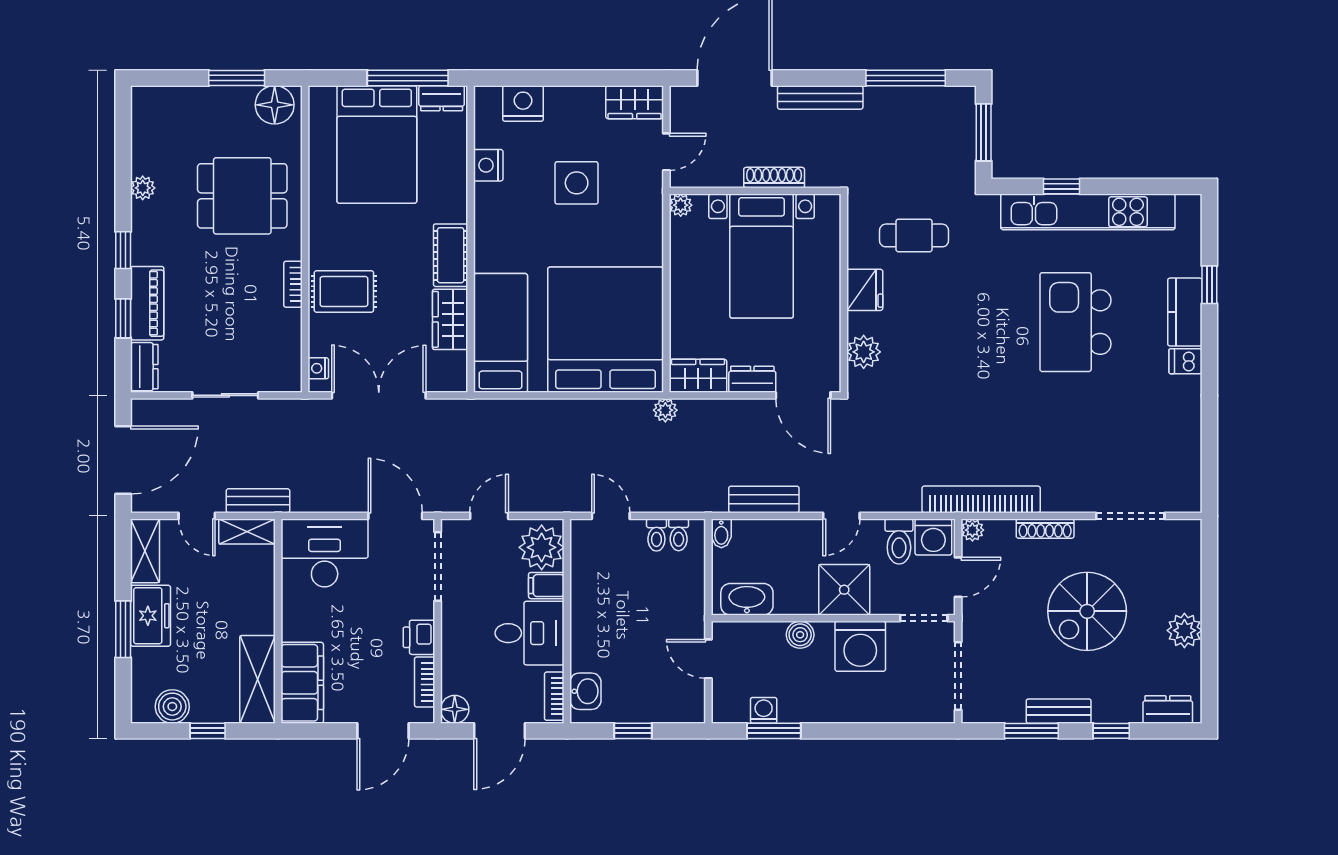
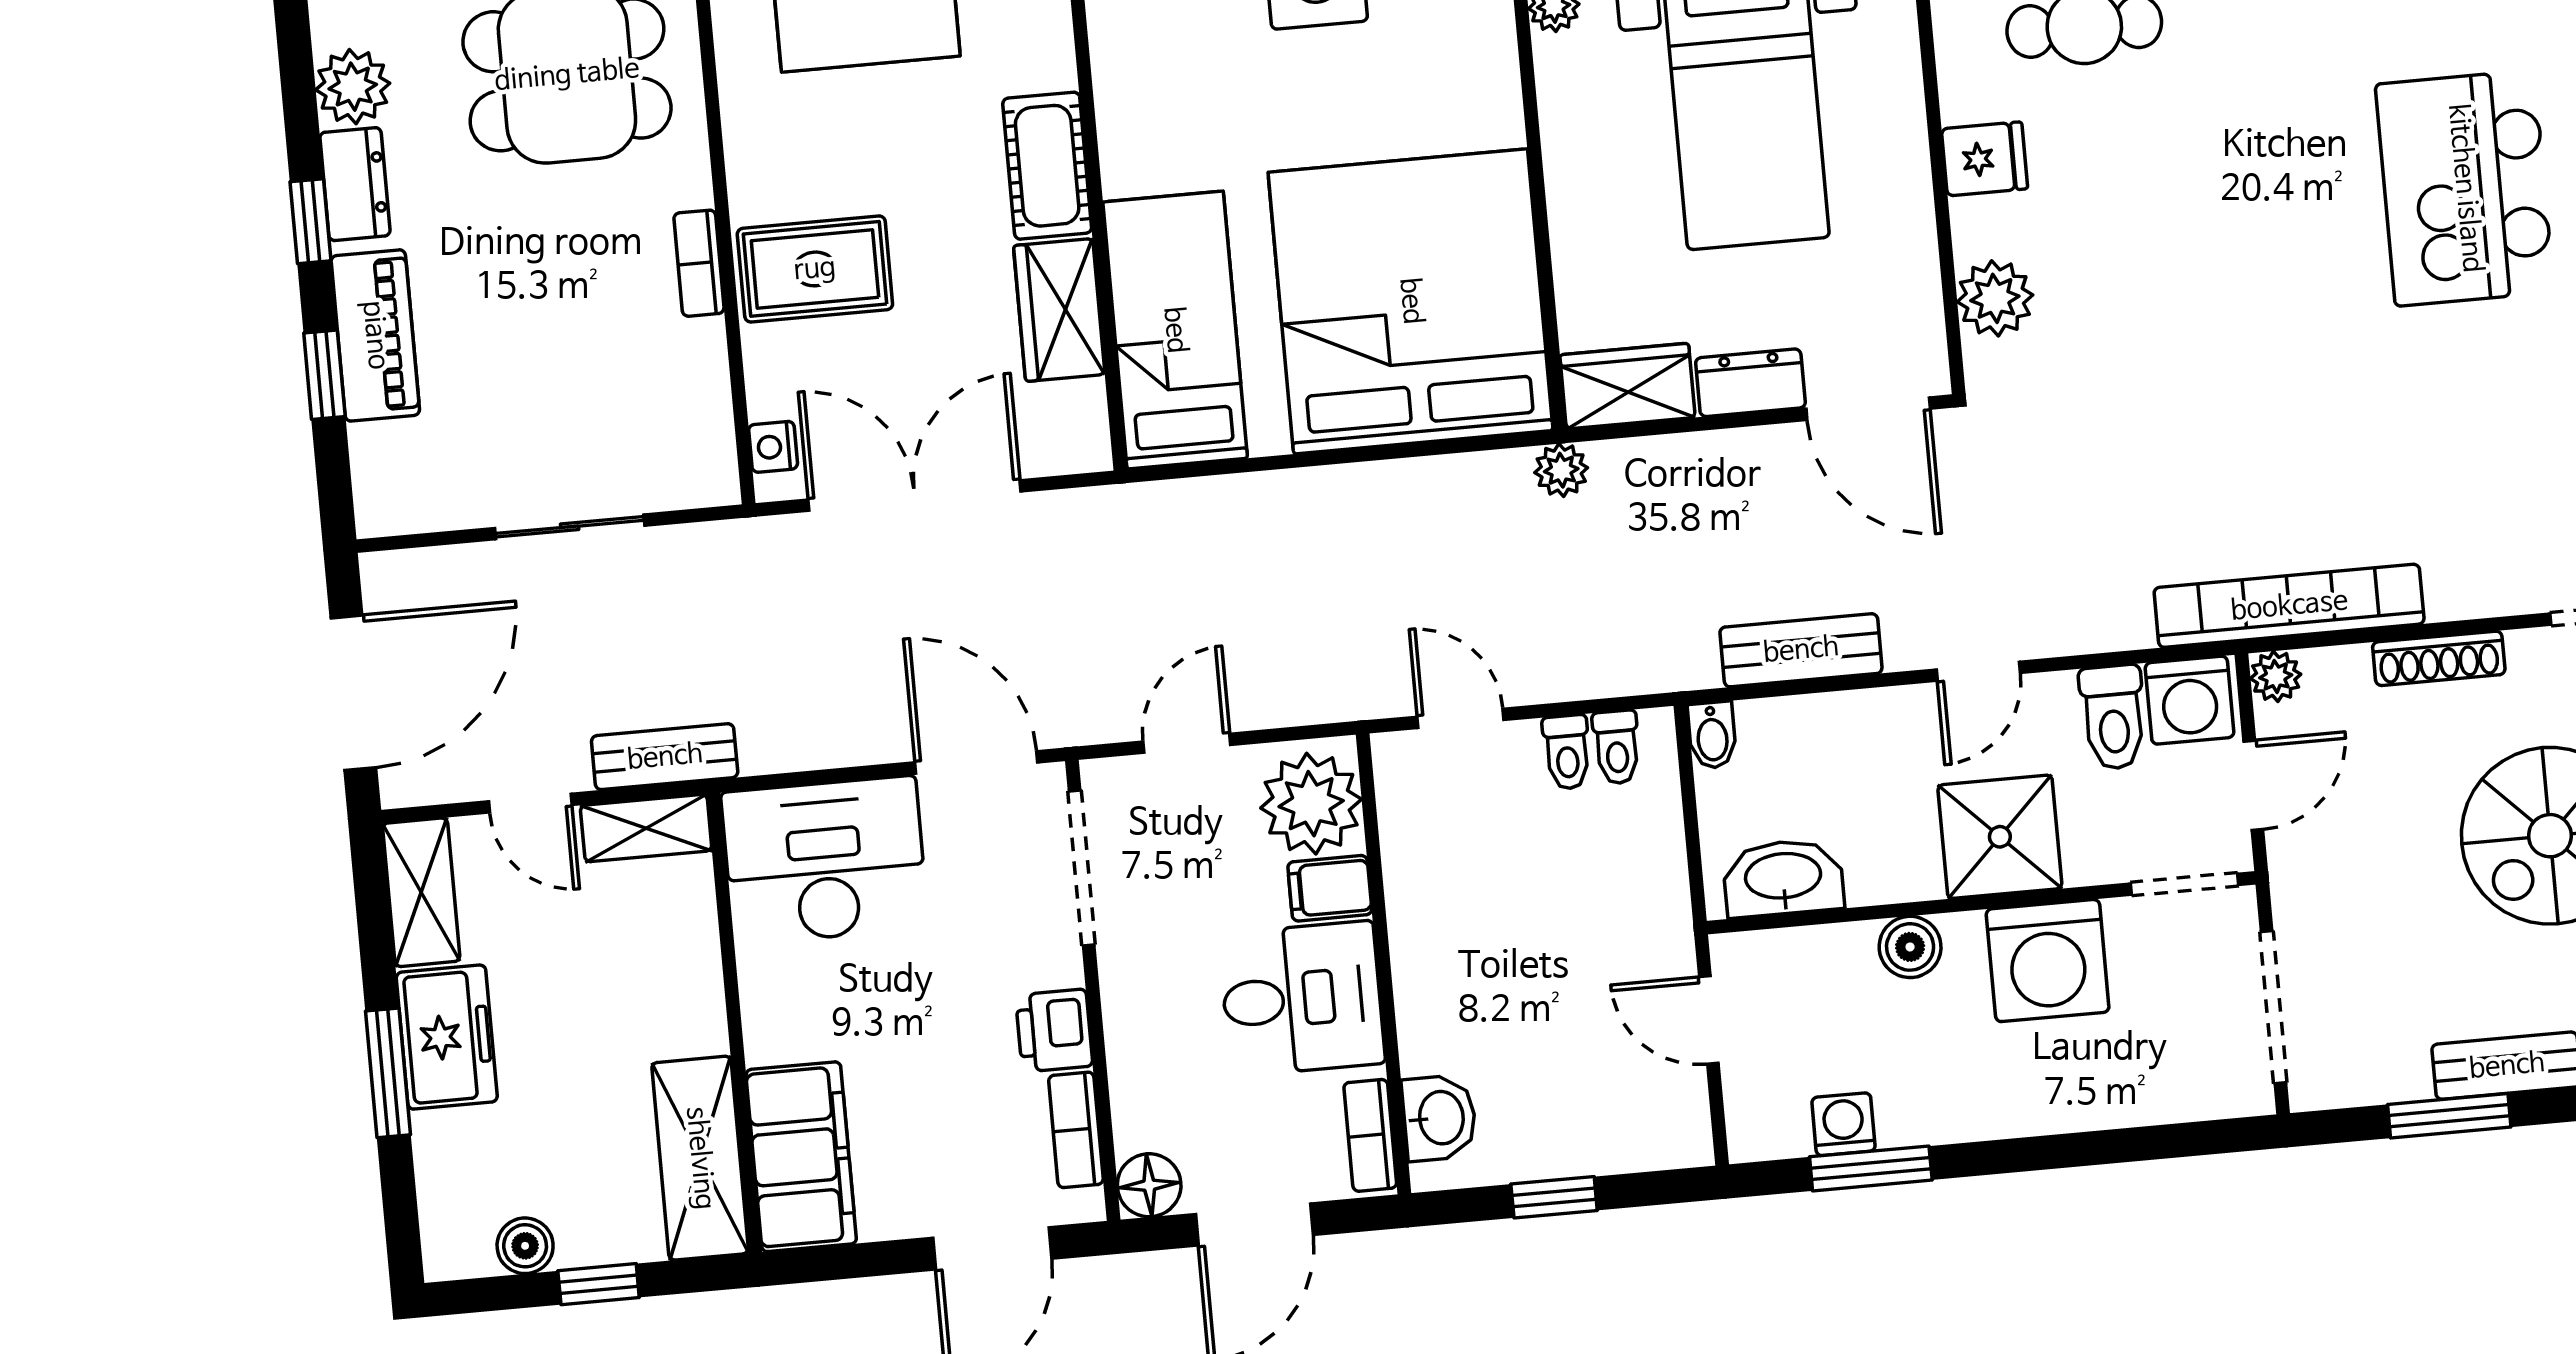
plant: (143, 188) -> (353, 87), width x1.38, depth x1.38
fridge: (865, 290) -> (1985, 159), width x0.72
dresser: (144, 367) -> (355, 184), moved
boiler: (172, 707) -> (525, 1246), width x0.73, depth x0.73

